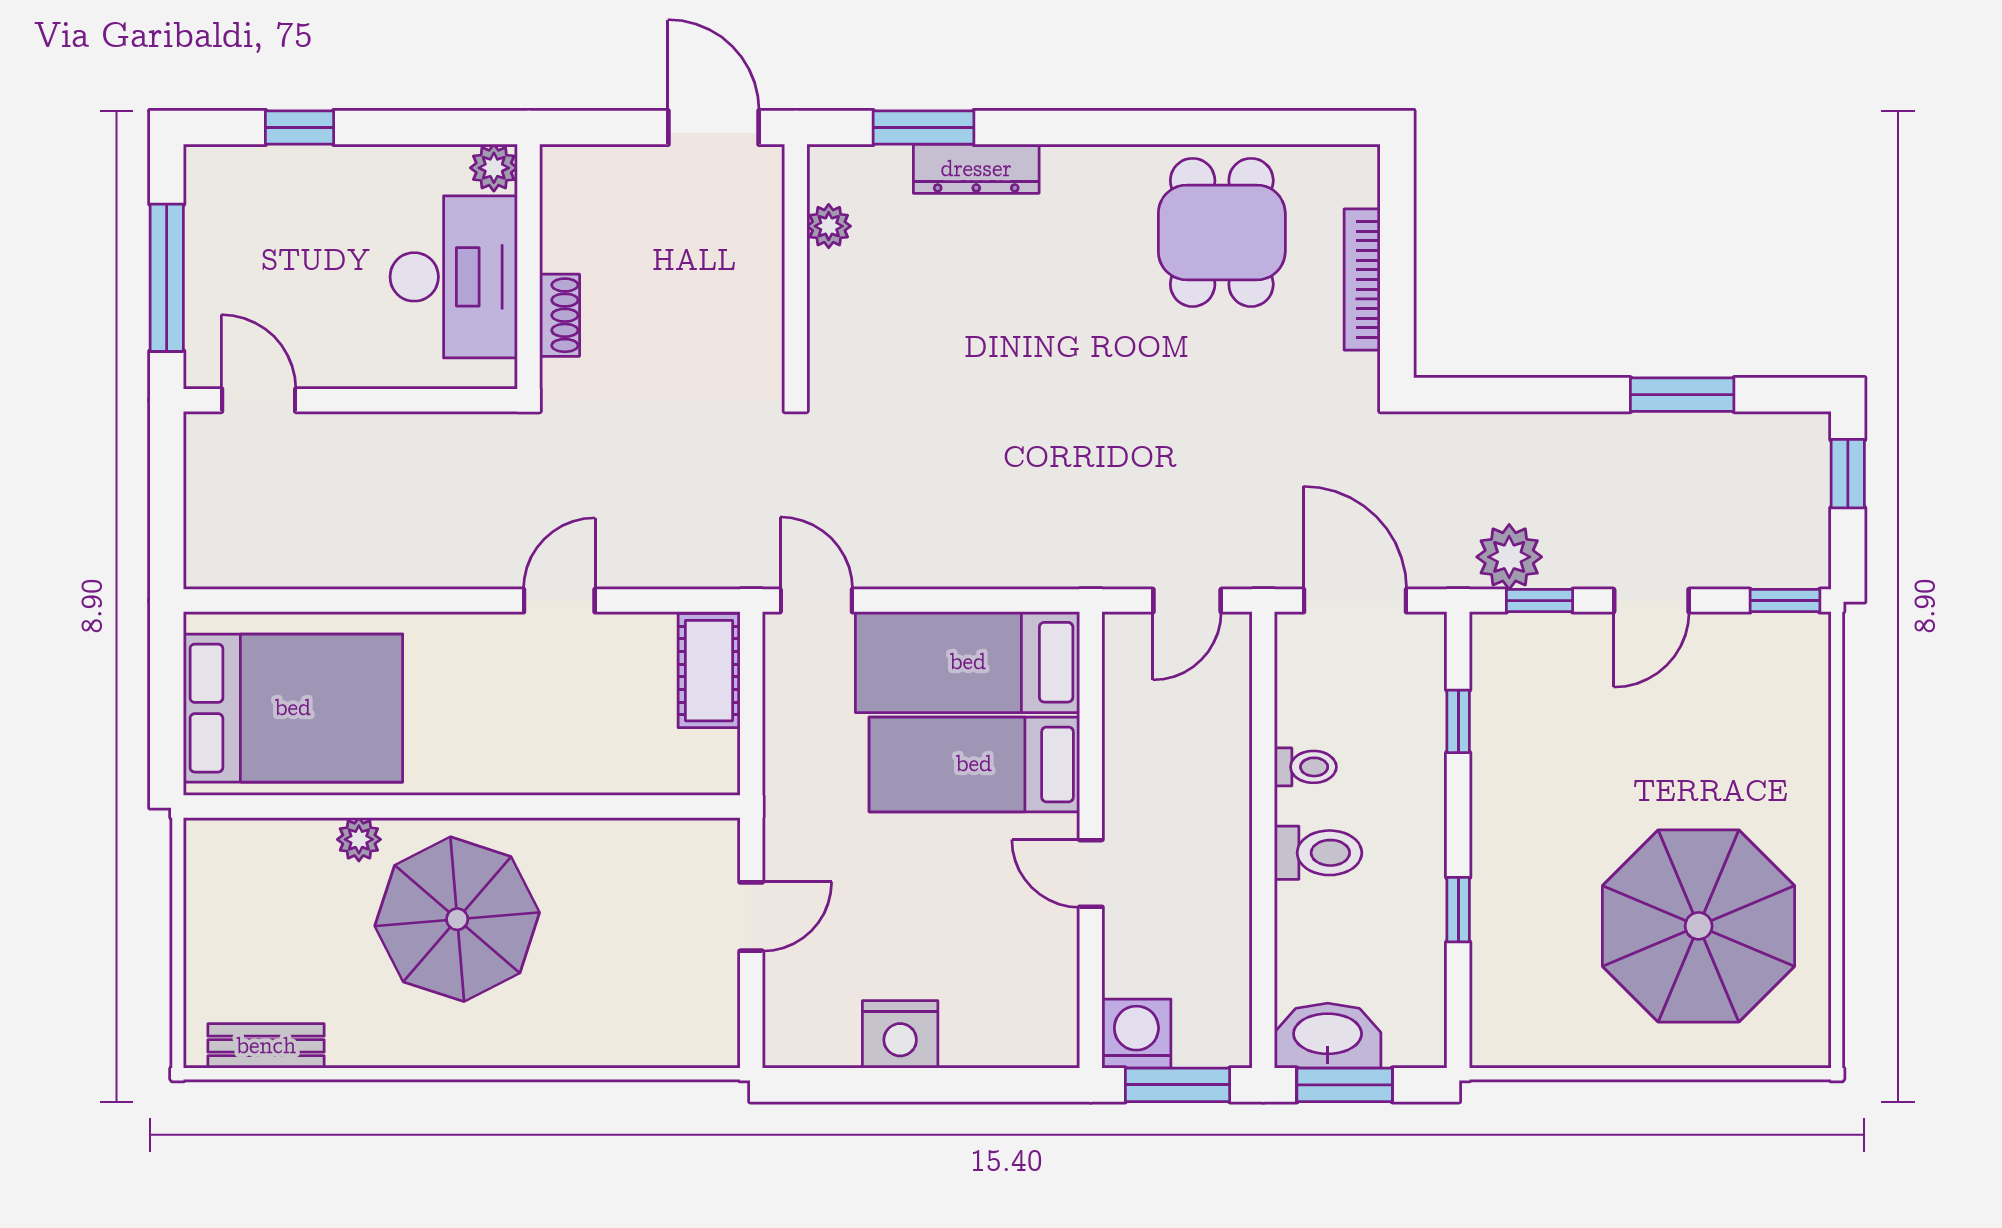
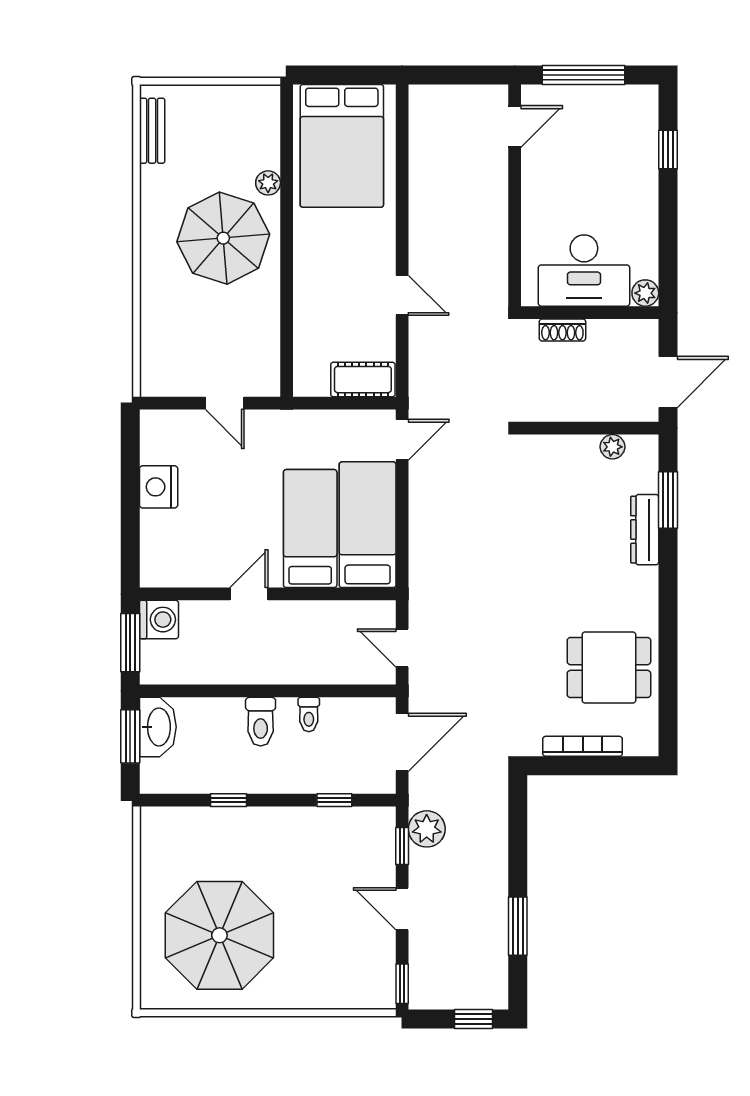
plant: (494, 168) -> (645, 293), moved
wall: (529, 267) -> (590, 313), moved
desk: (454, 277) -> (584, 271), moved
shoe rack: (560, 315) -> (562, 330), moved

